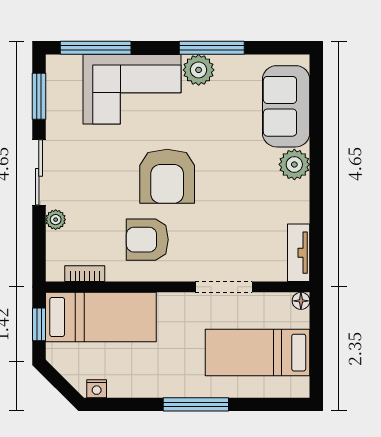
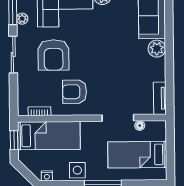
armchair: (167, 176) -> (53, 55), moved
plant: (56, 220) -> (22, 19), moved
floor lamp: (301, 301) -> (140, 126), moved
side table: (151, 379) -> (77, 170), added

